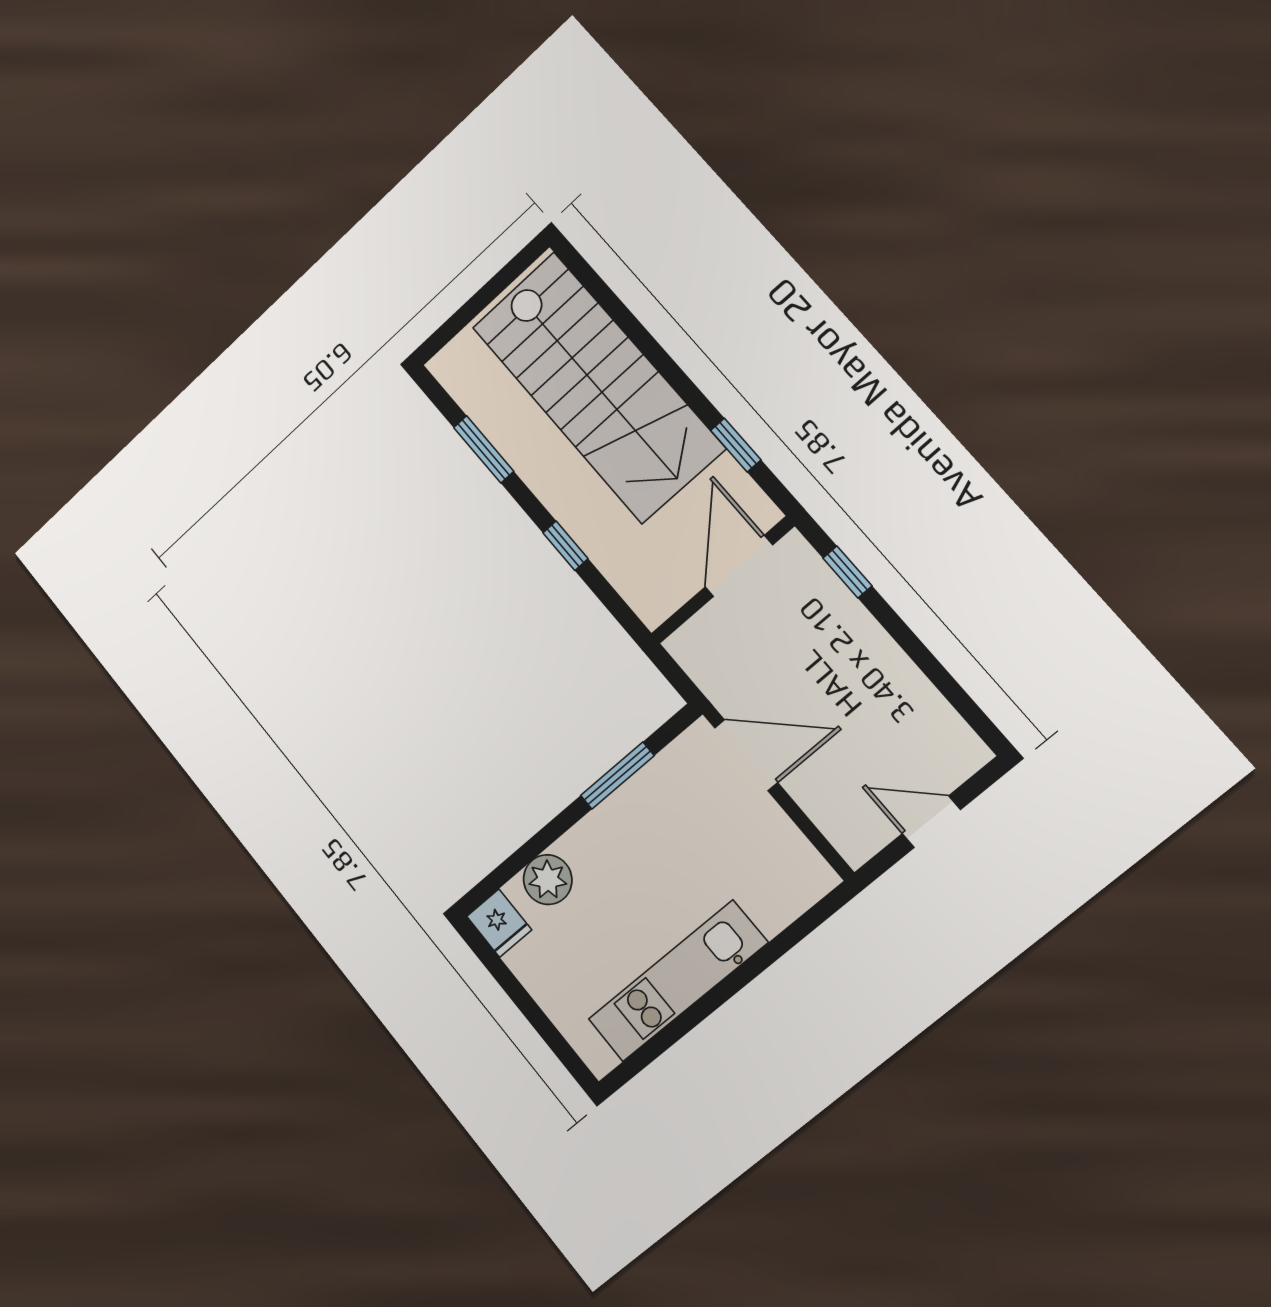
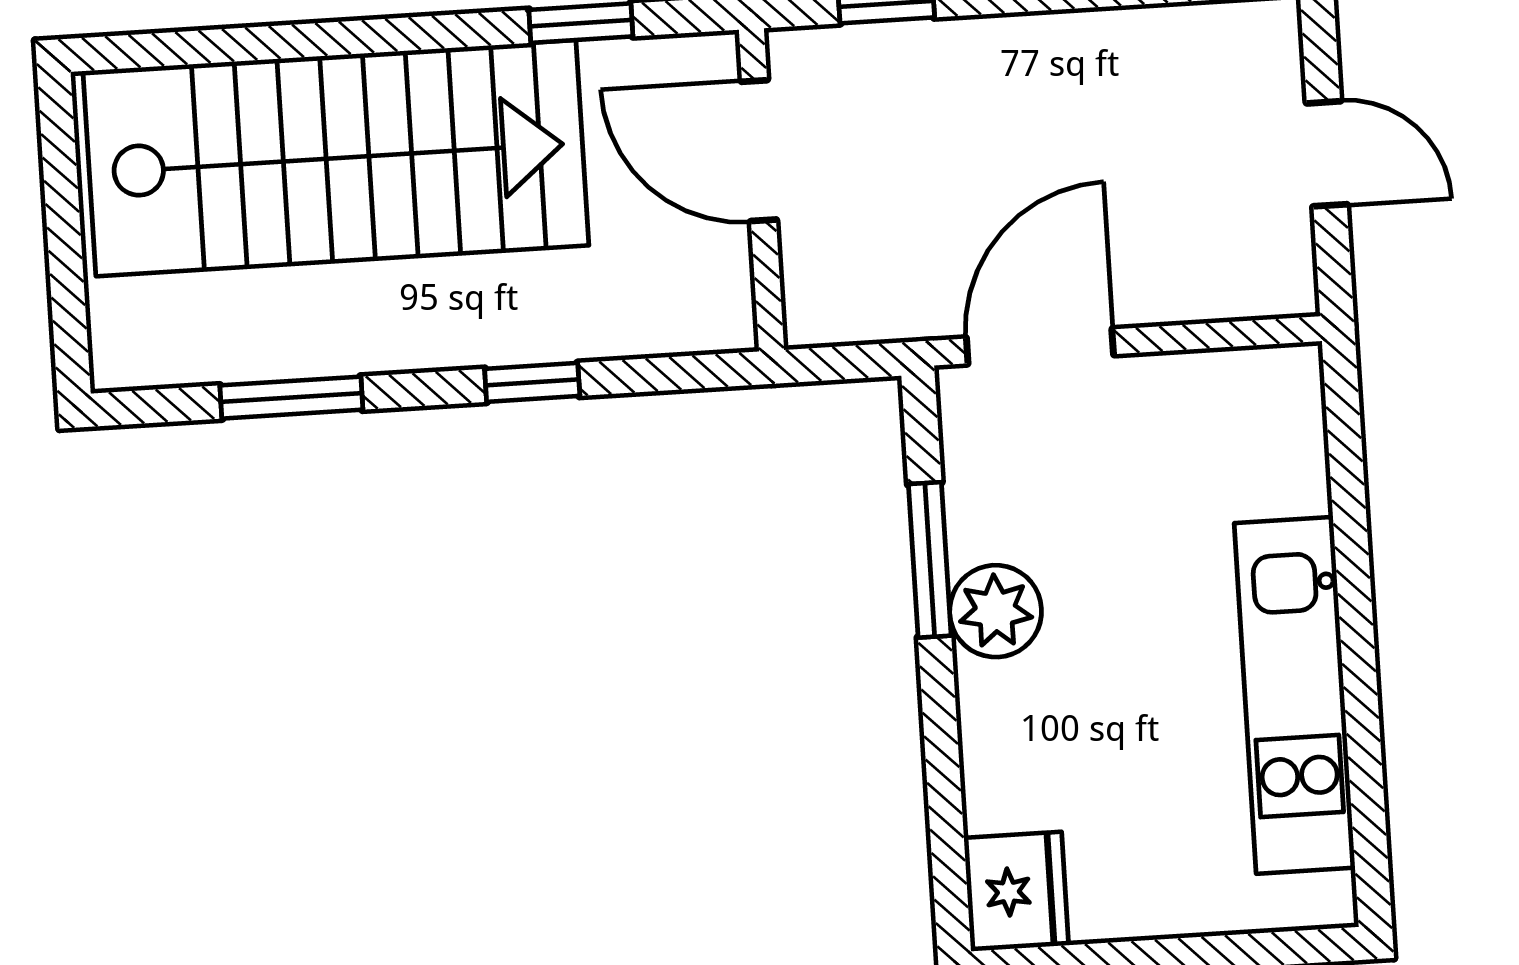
door: (931, 822) -> (1327, 154), swing flipped
plant: (548, 880) -> (996, 611), moved
fridge: (499, 923) -> (1016, 892), width x1.38

